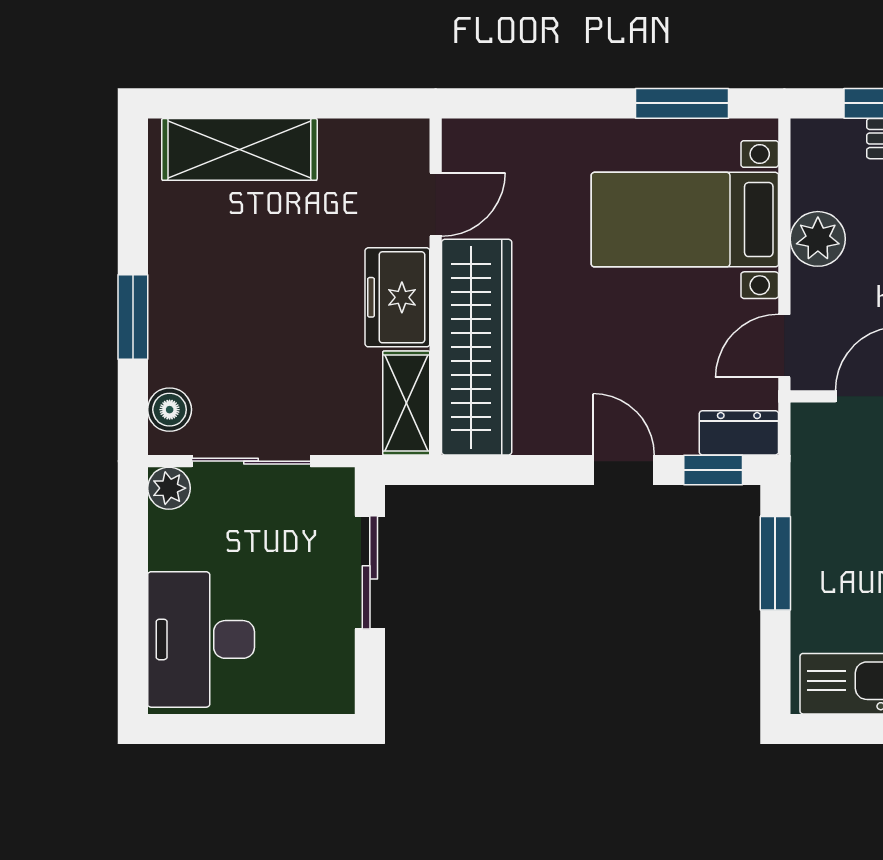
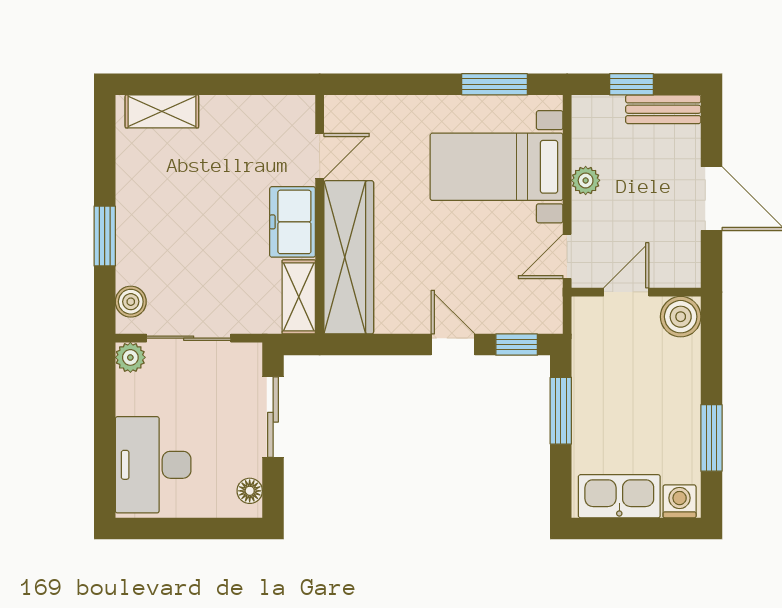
shelving: (239, 149) -> (162, 111), width x0.67, depth x0.75
plant: (818, 239) -> (586, 180), width x0.73, depth x0.73
dresser: (739, 433) -> (535, 318), removed
floor lamp: (337, 676) -> (250, 491), added

